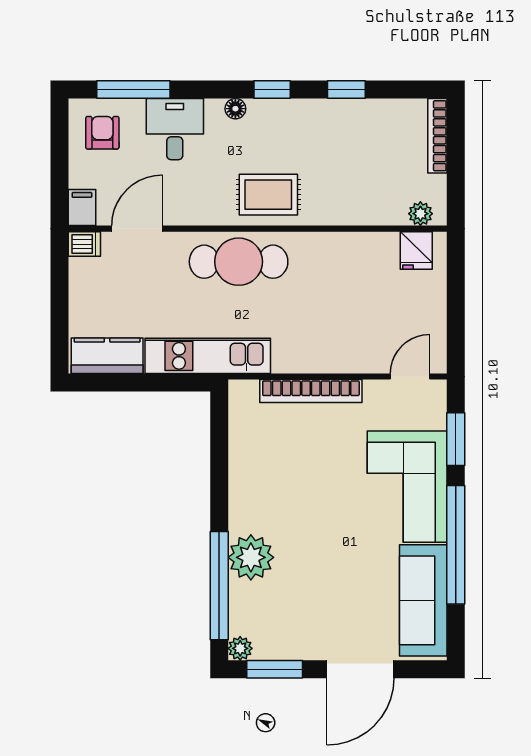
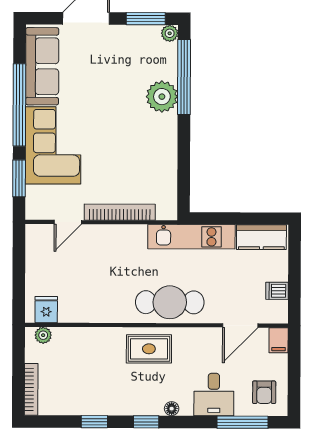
dishwasher: (84, 244) -> (277, 291), moved
door: (410, 377) -> (68, 222), moved

